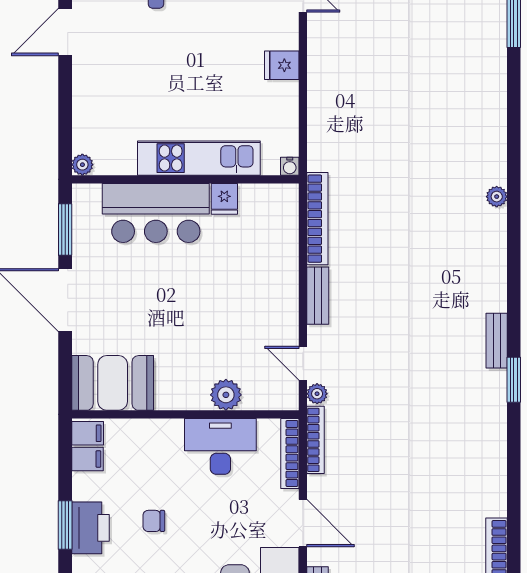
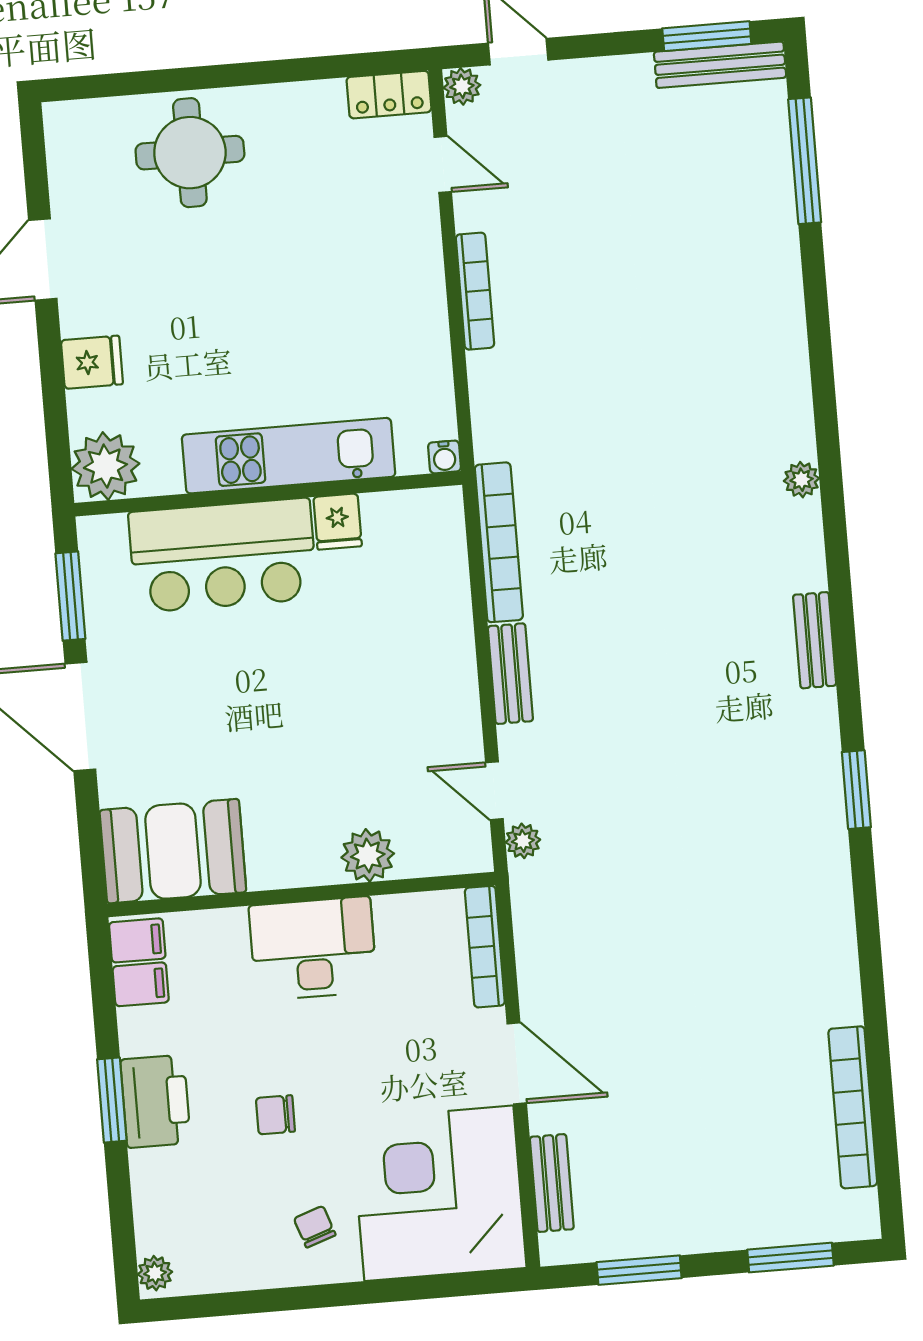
fridge: (282, 65) -> (92, 362), moved, turned 180
plant: (82, 165) -> (105, 466), width x1.88, depth x1.88
bench: (497, 341) -> (815, 640), moved
bookcase: (315, 440) -> (475, 291), moved
desk: (220, 446) -> (313, 949), moved
chair: (154, 521) -> (275, 1115), moved

